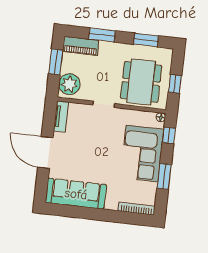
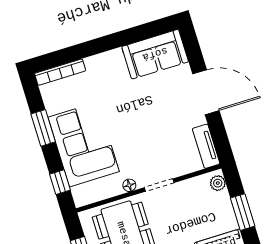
plant: (69, 84) -> (218, 183), width x0.53, depth x0.53
floor lamp: (161, 117) -> (129, 185), moved
sofa: (76, 194) -> (155, 54), width x0.73

